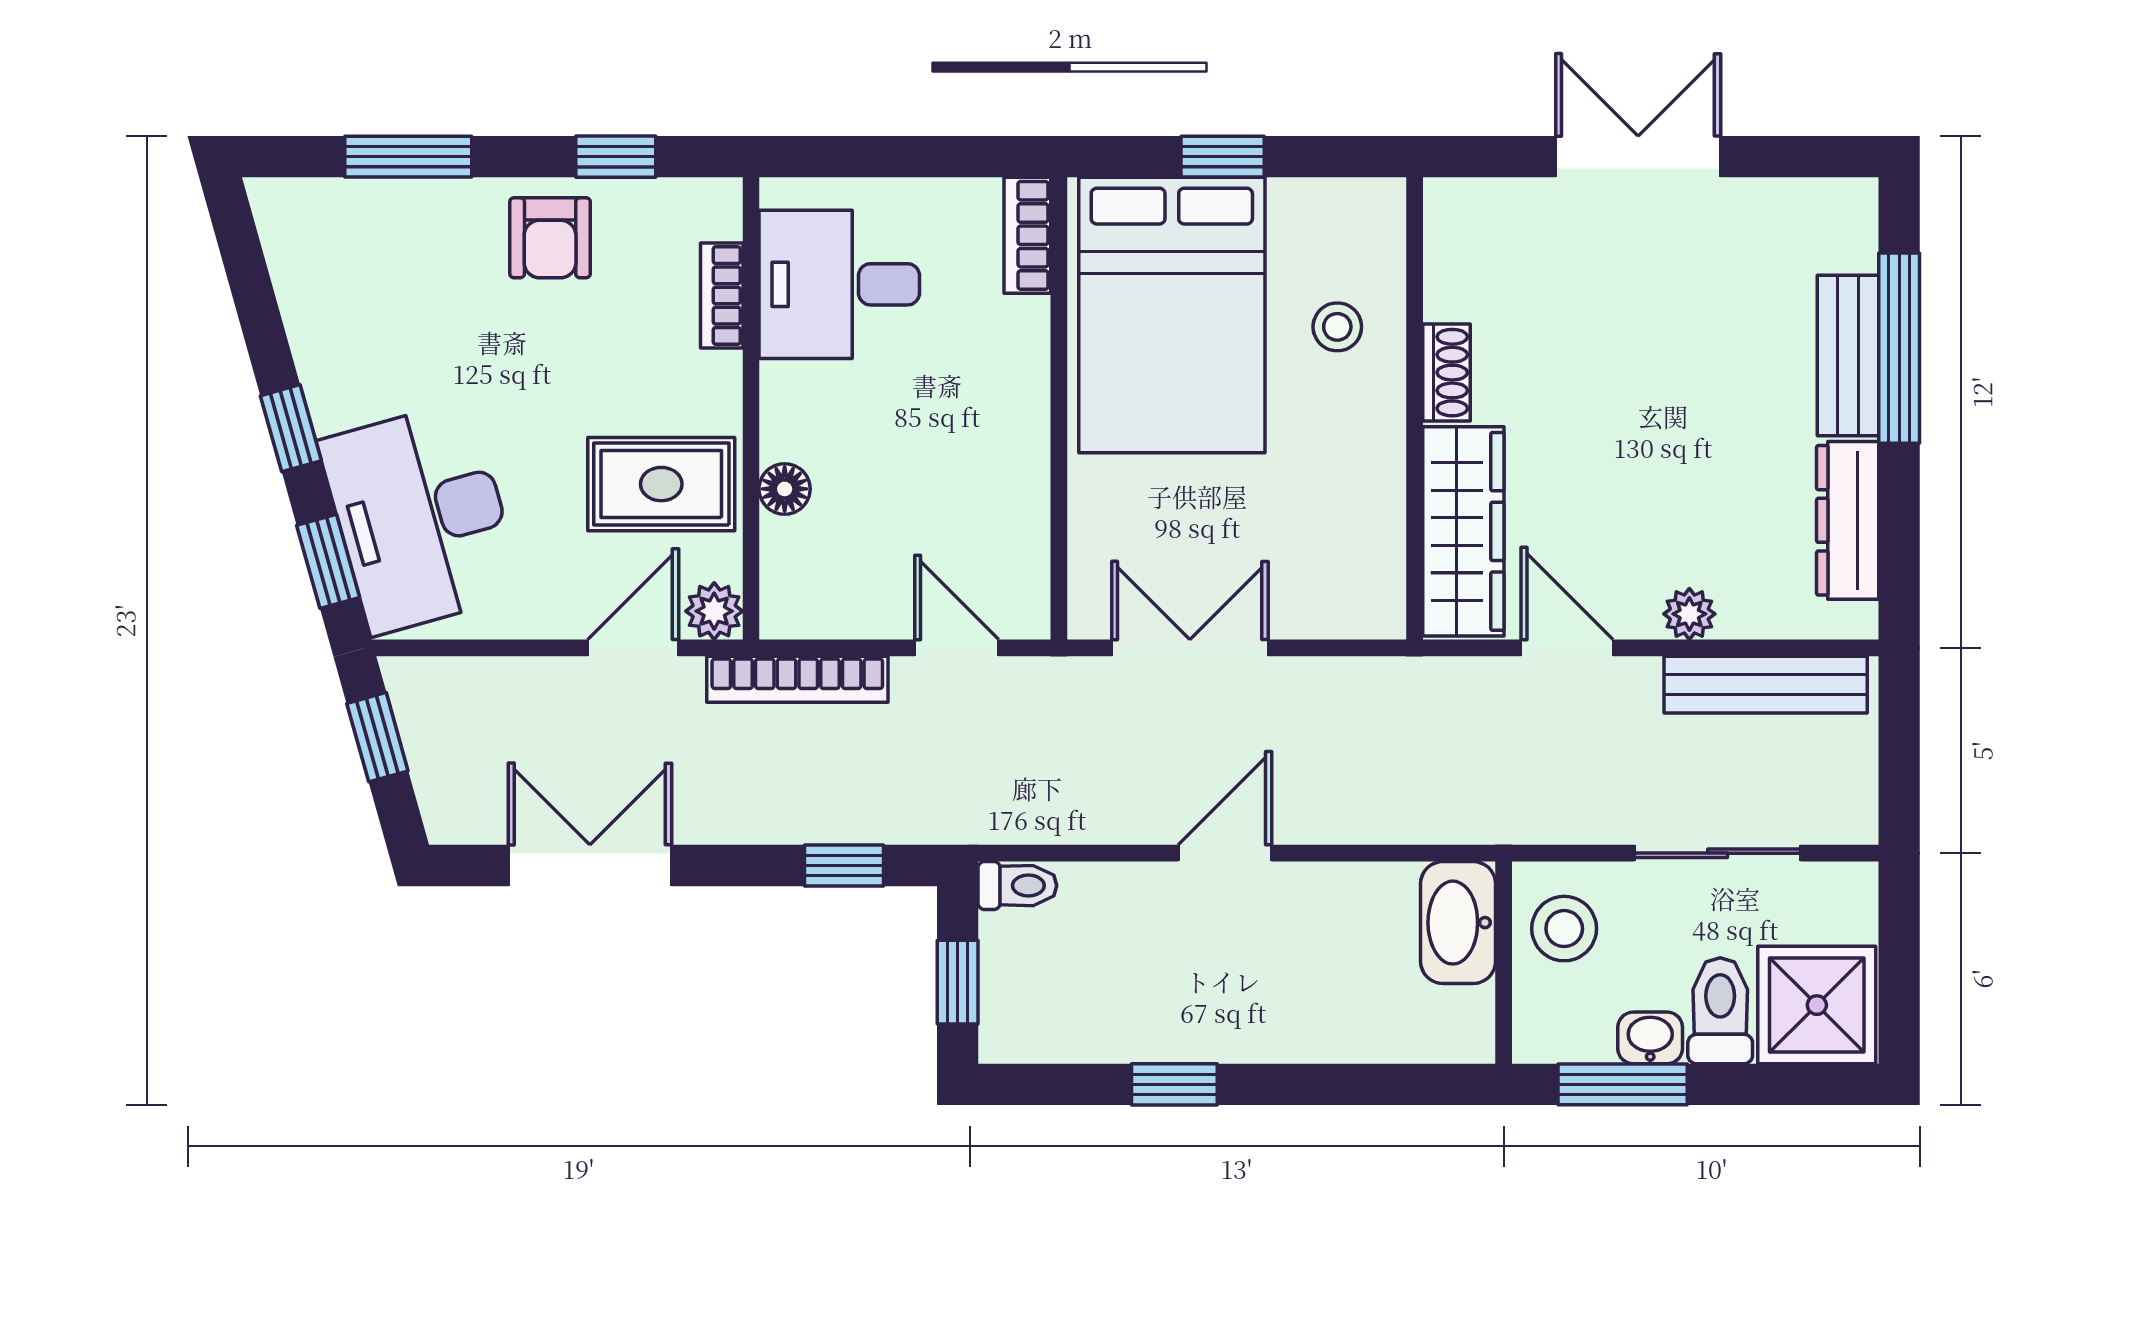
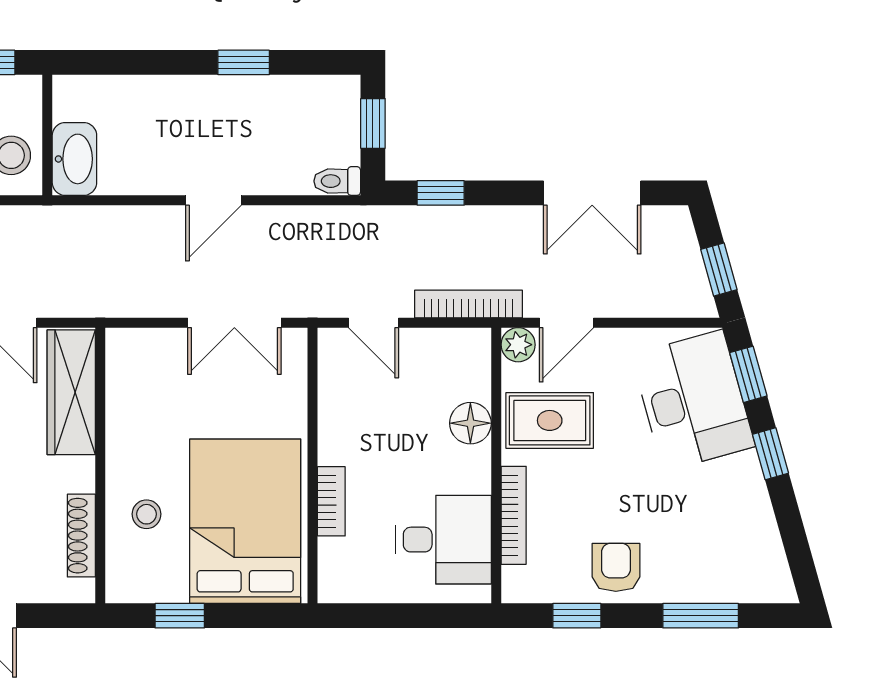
window: (1223, 157) -> (180, 616), moved
bookcase: (1027, 235) -> (331, 501), moved
bookcase: (722, 295) -> (514, 515), width x1.56
shoe rack: (1447, 373) -> (81, 536), moved, width x1.43
floor lamp: (785, 489) -> (470, 423), width x1.37, depth x1.37

